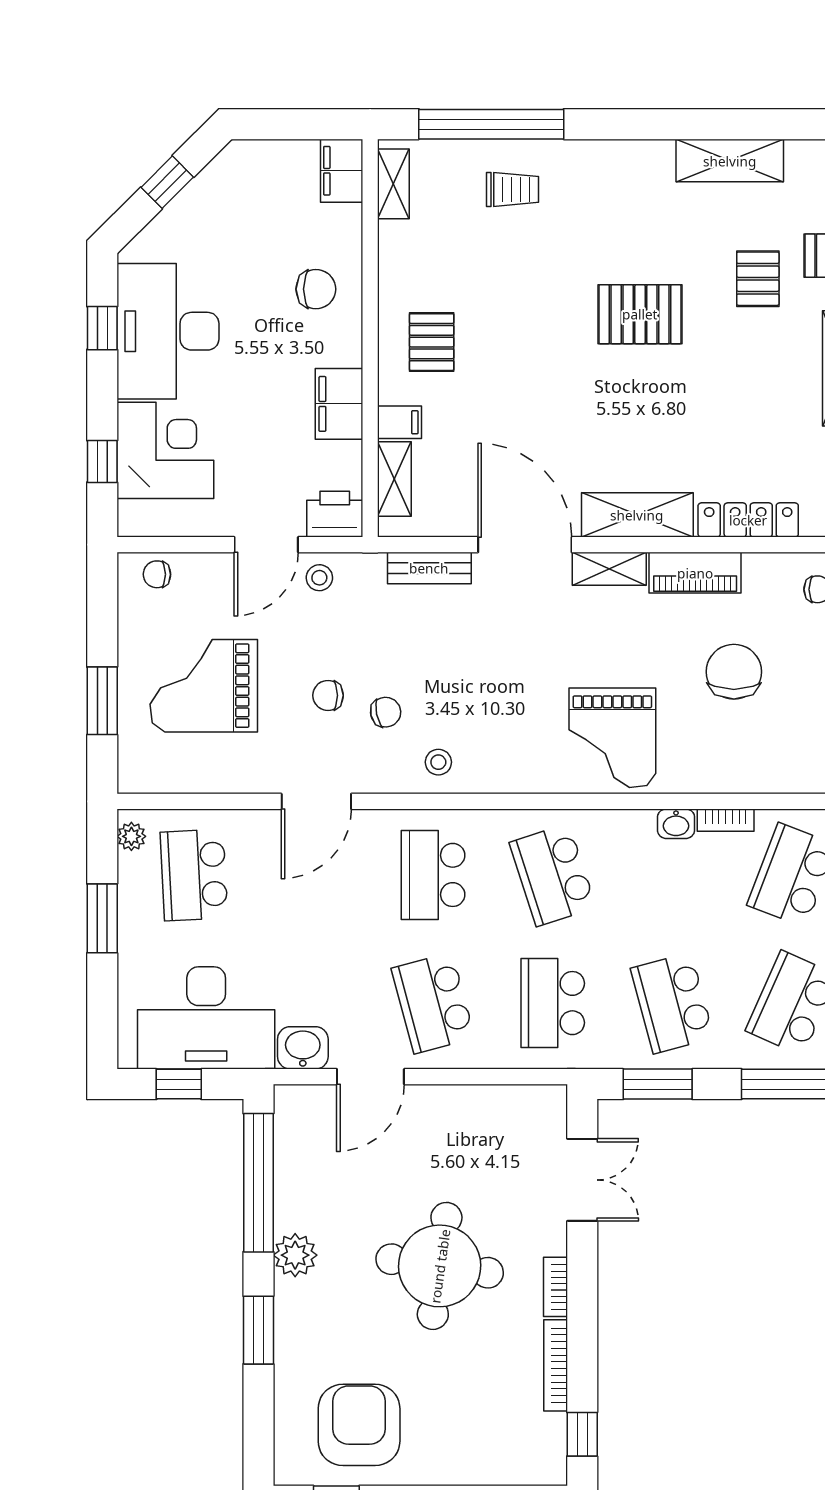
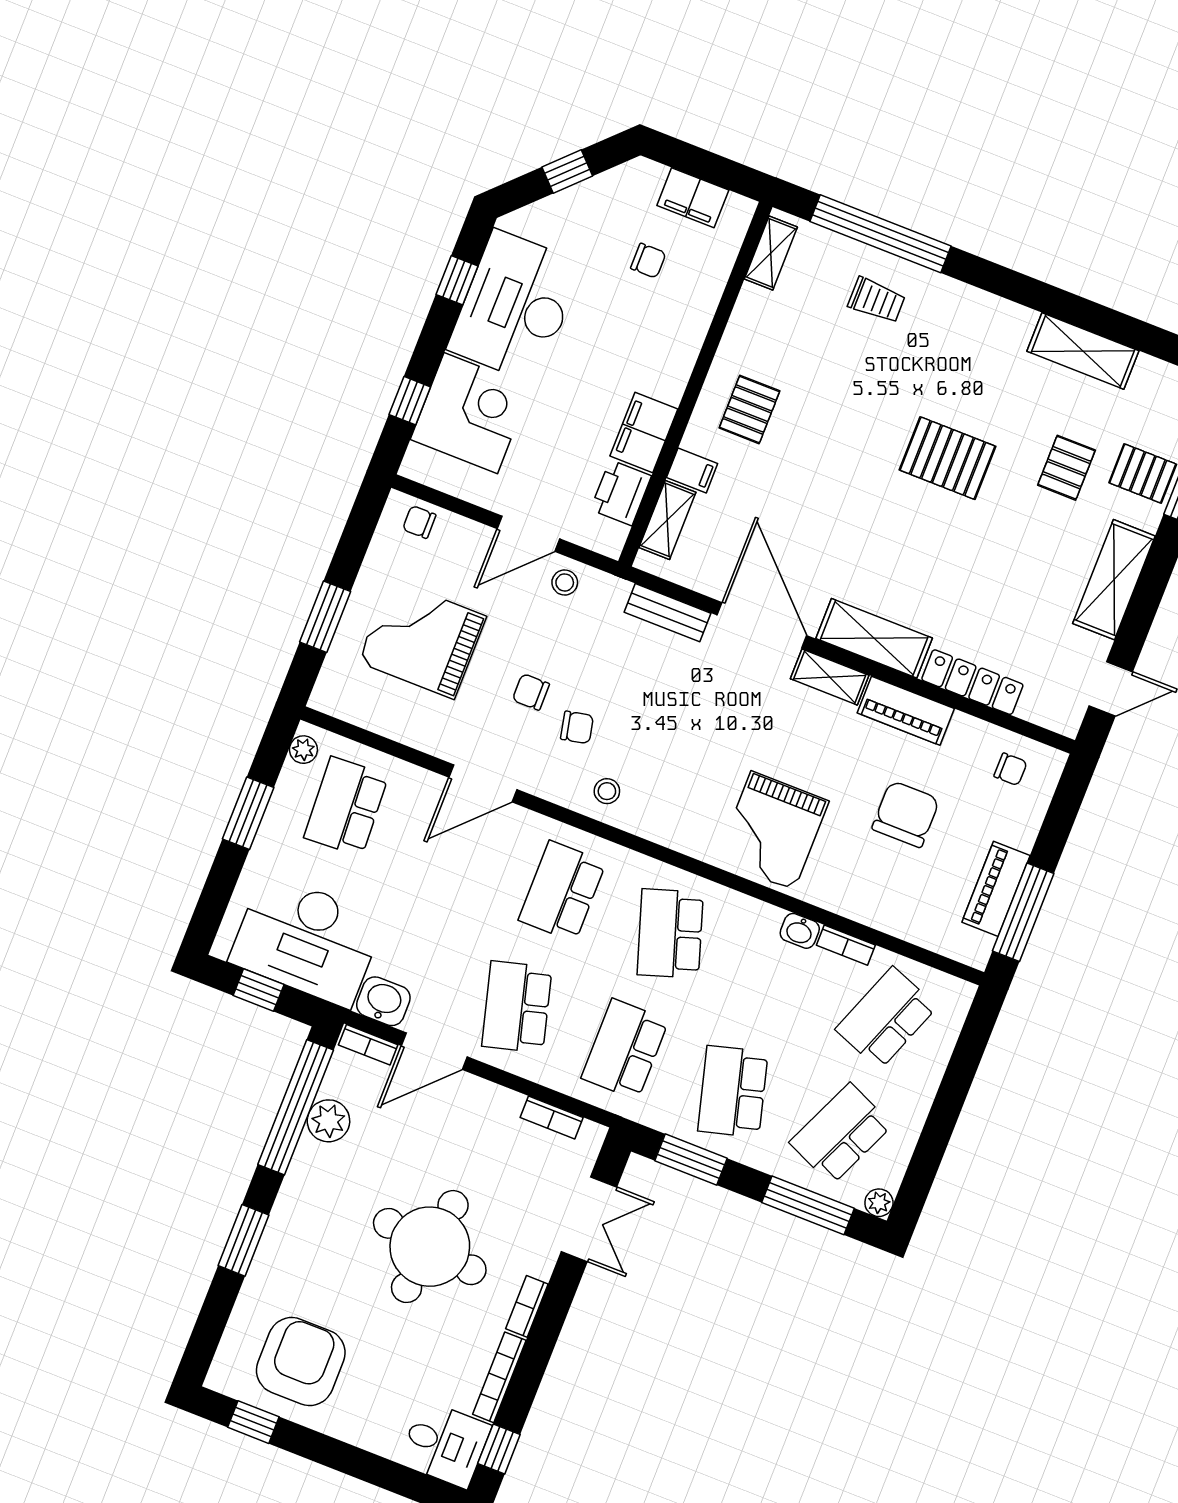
filing cabinet: (342, 171) -> (693, 198), moved, turned -90
chair: (316, 289) -> (648, 261), moved, width x0.73, depth x0.73
printer: (335, 514) -> (621, 493), moved, turned -90
bookcase: (305, 1095) -> (368, 1045), added
bookcase: (508, 1096) -> (552, 1117), added
plant: (295, 1255) -> (328, 1121), moved
desk: (529, 1450) -> (445, 1444), added

